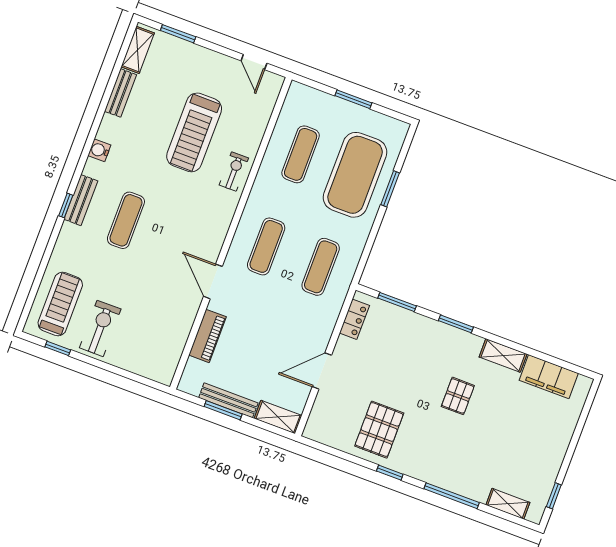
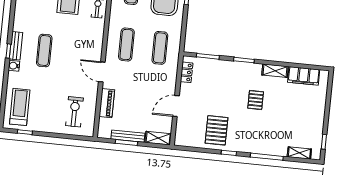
water cooler: (99, 150) -> (14, 66), moved
exercise bike: (100, 328) -> (74, 112), moved

